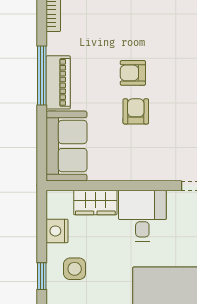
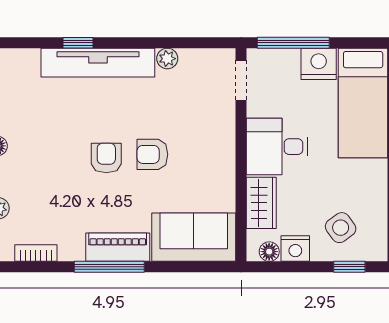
armchair: (133, 73) -> (106, 158), turned 180
floor lamp: (55, 209) -> (269, 252), added
side table: (75, 269) -> (341, 228), turned -36

